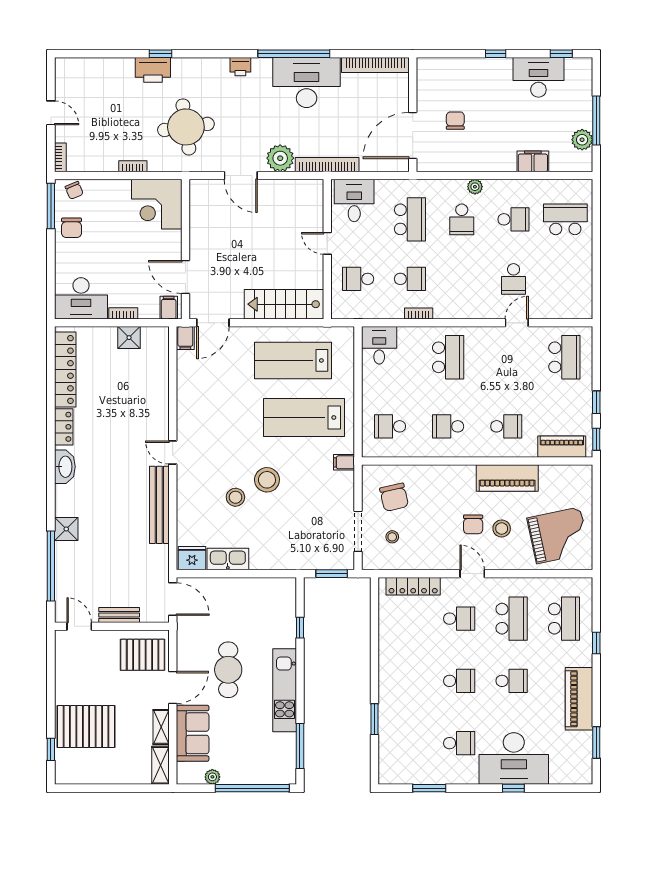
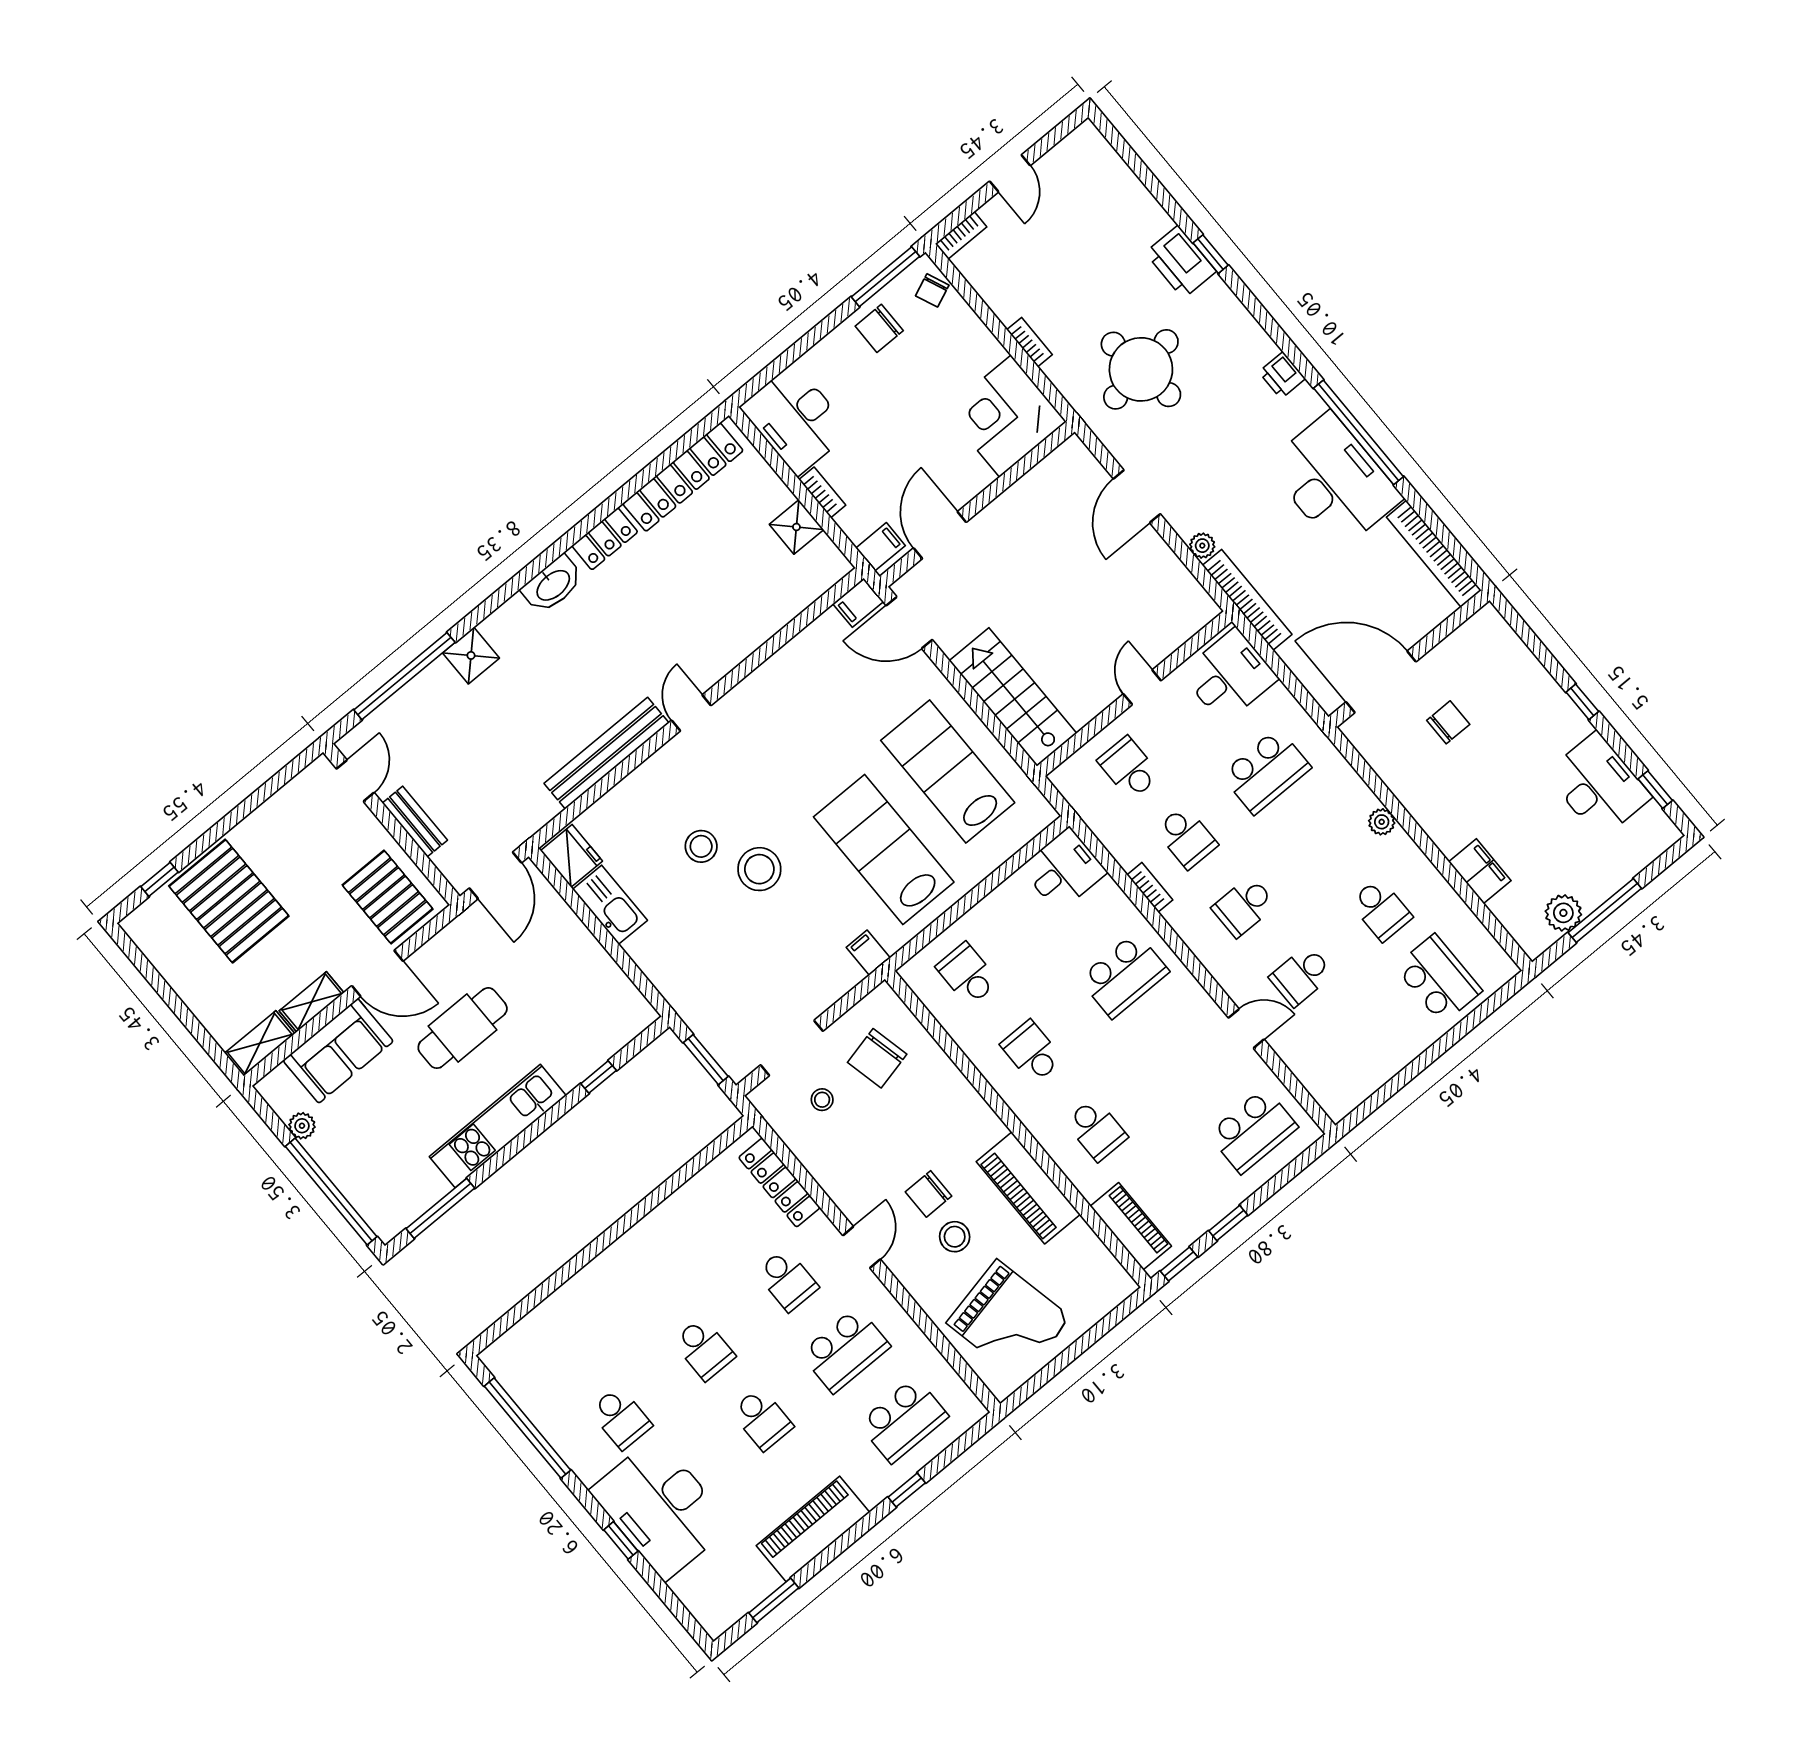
plant: (280, 158) -> (1202, 546), width x0.53, depth x0.53
school desk: (462, 219) -> (1244, 906), moved
window: (374, 719) -> (559, 1278), removed
window: (429, 788) -> (527, 1428), width x2.11

